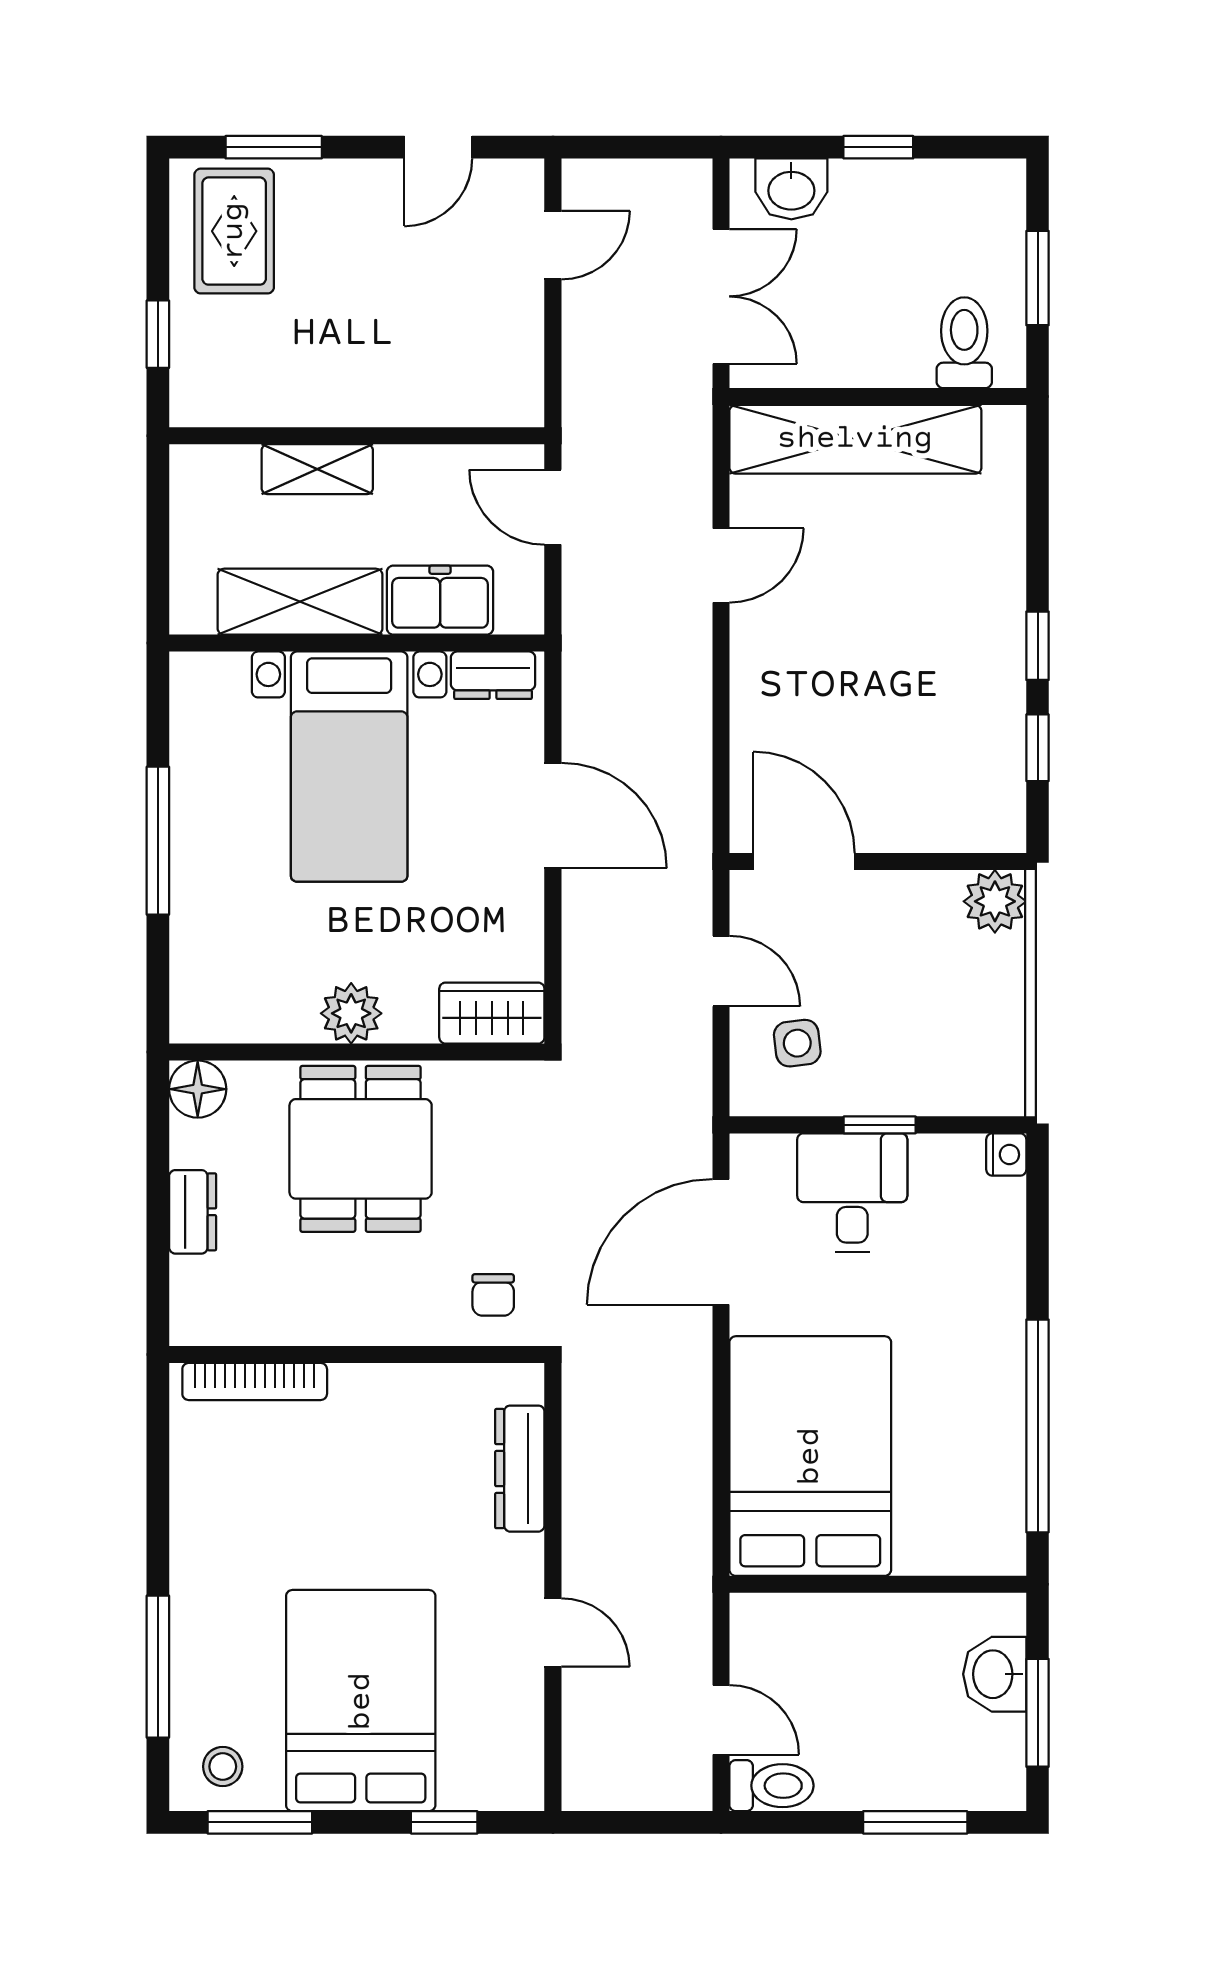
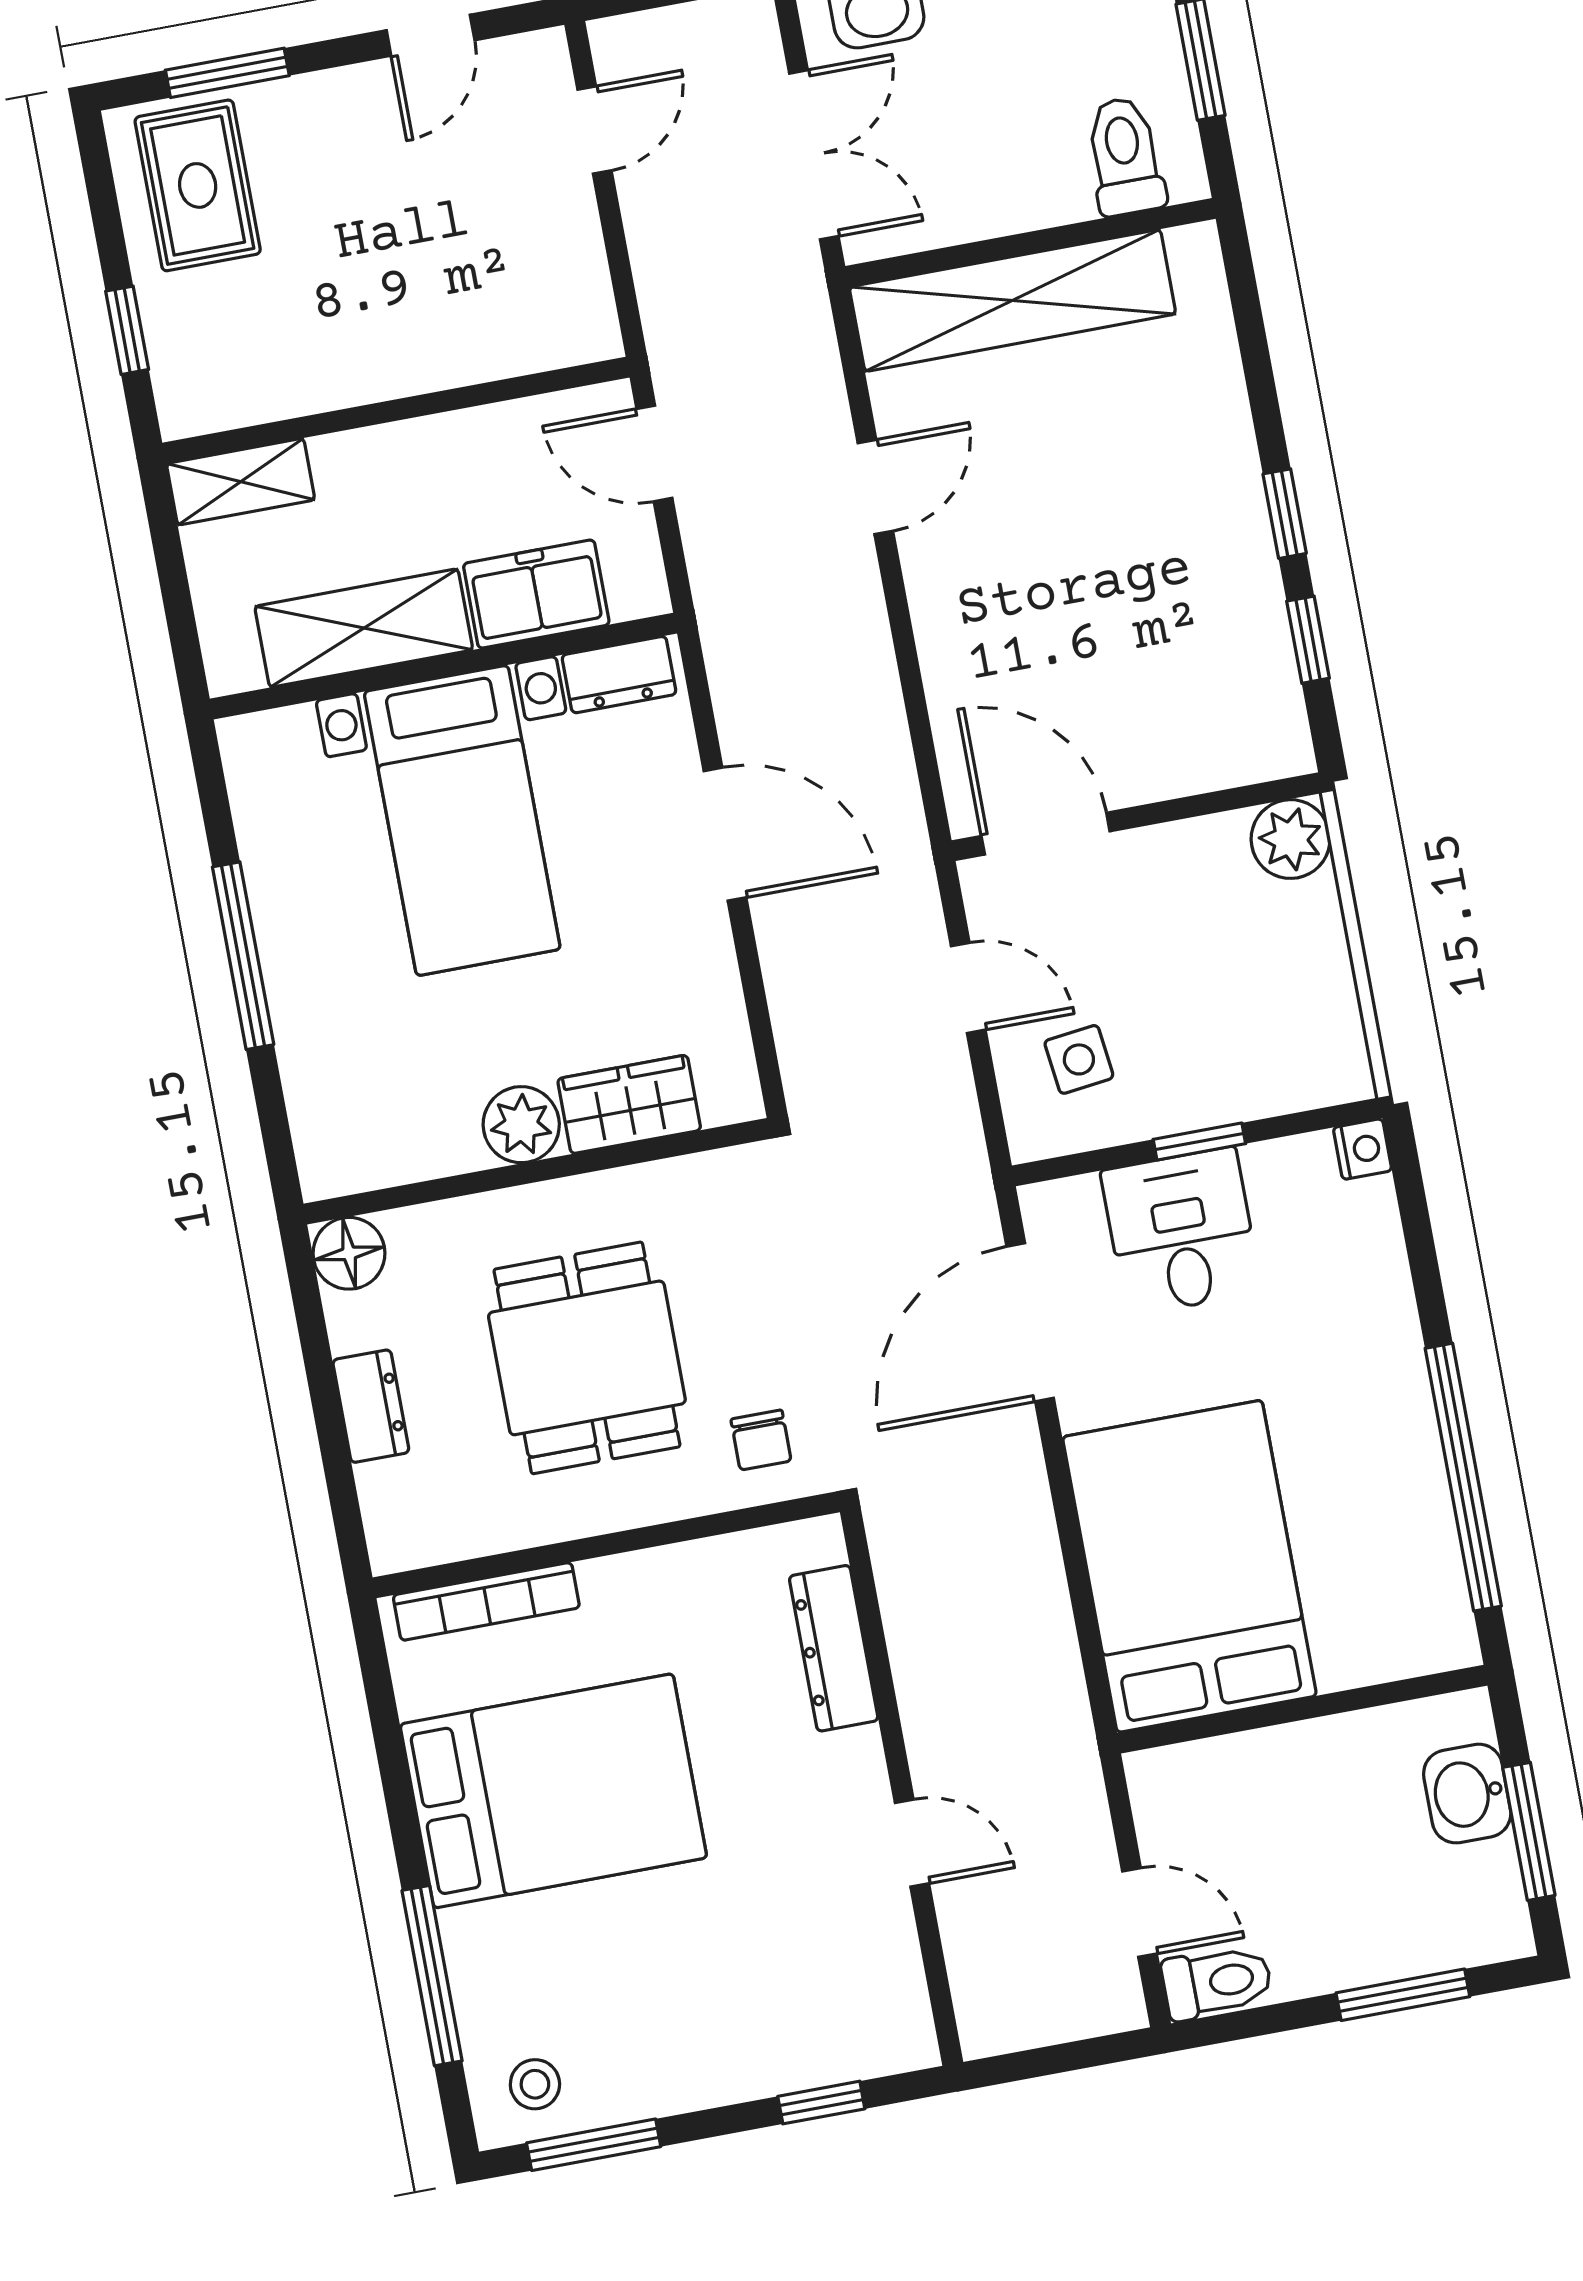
shelving: (317, 469) -> (241, 482), moved
wardrobe: (492, 1013) -> (629, 1104), moved
dining table: (361, 1149) -> (587, 1358), moved
bed: (361, 1701) -> (553, 1791), moved, turned 90

